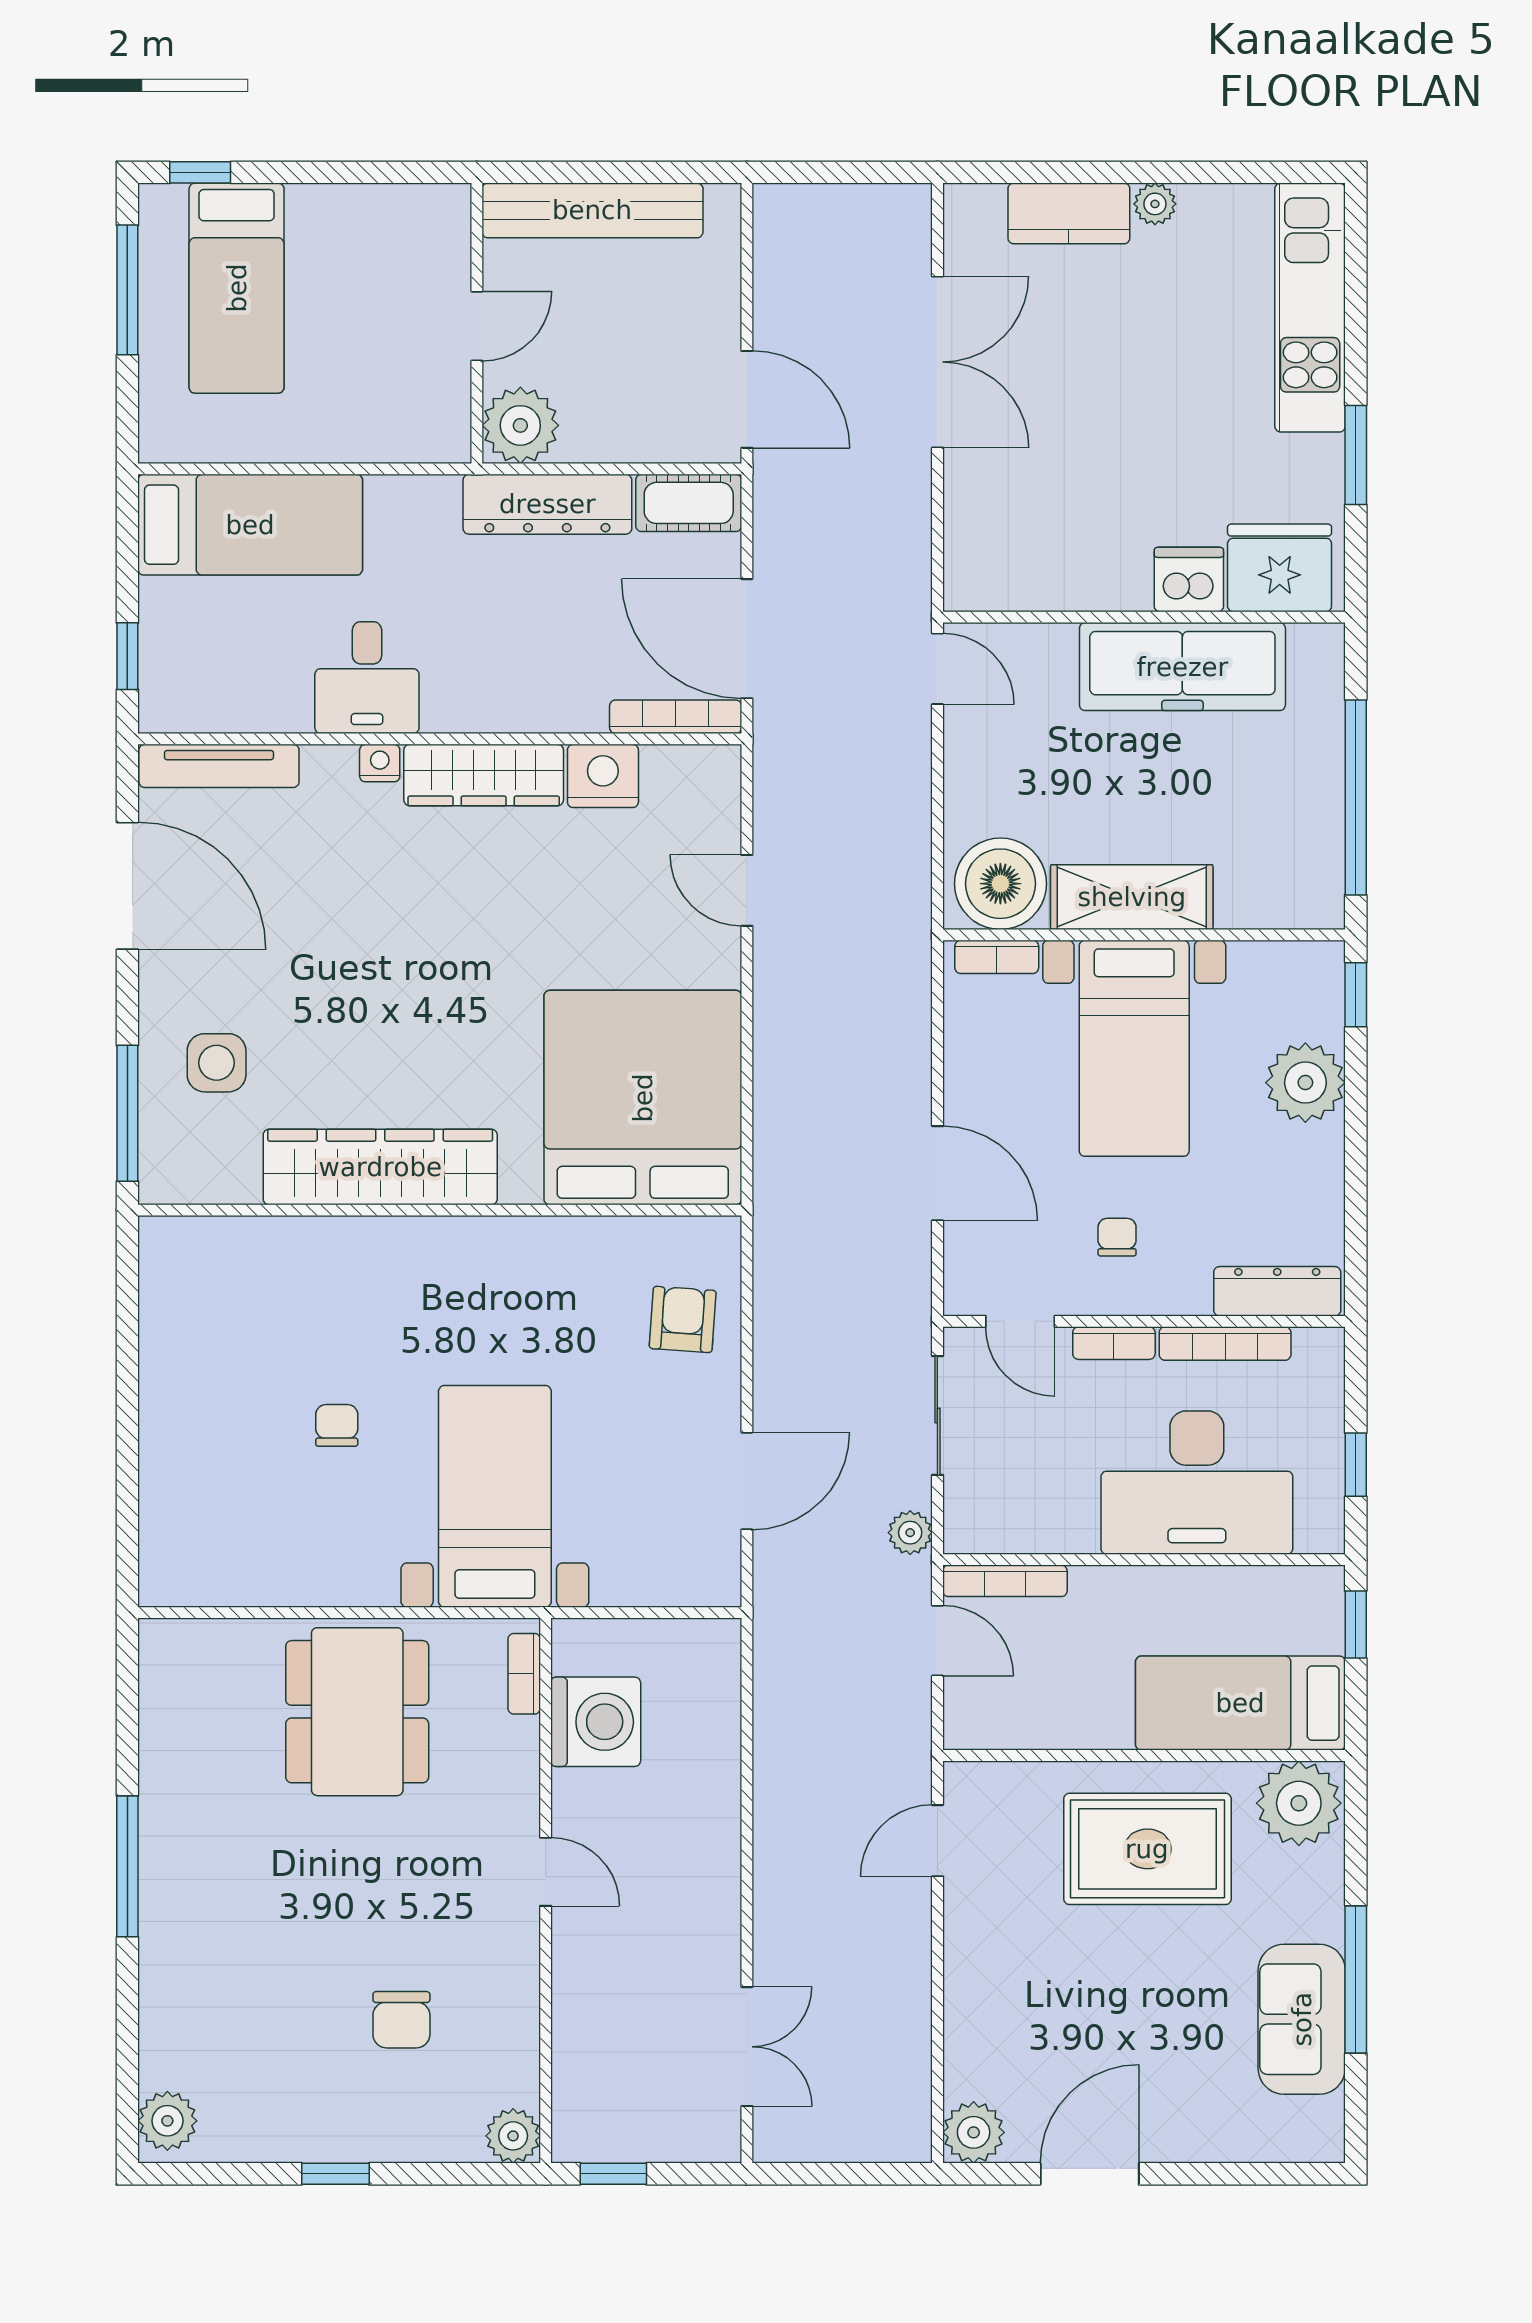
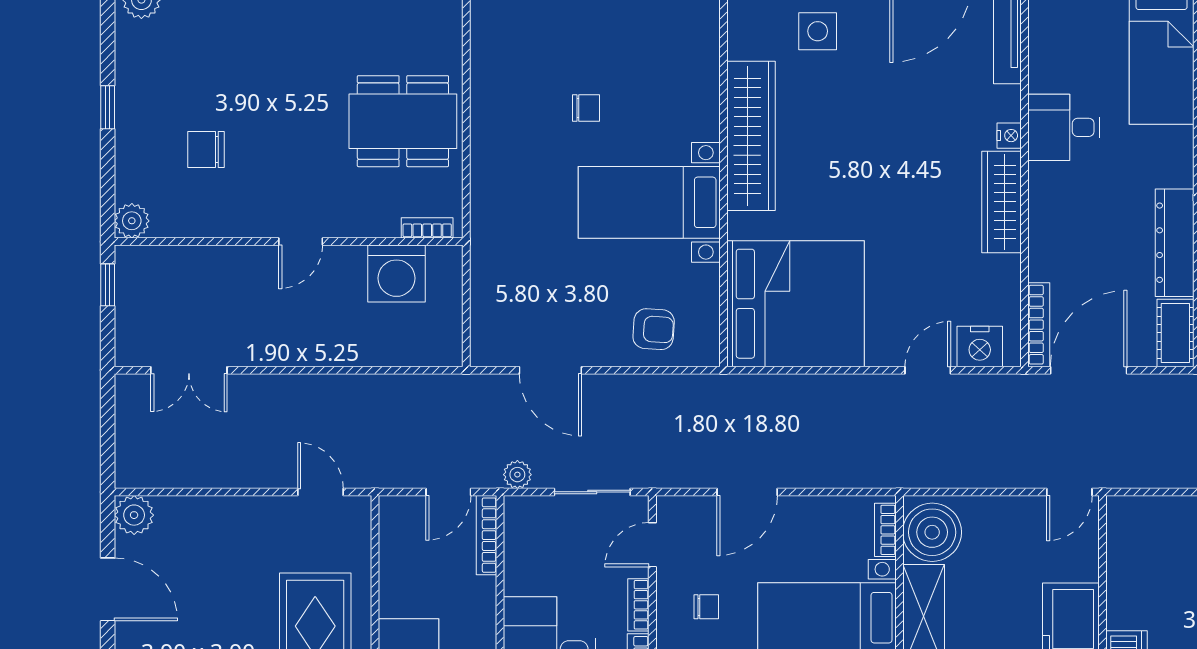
nightstand: (603, 776) -> (980, 347), moved, turned 90
bed with nightstands: (495, 1496) -> (649, 202), moved, turned 180

